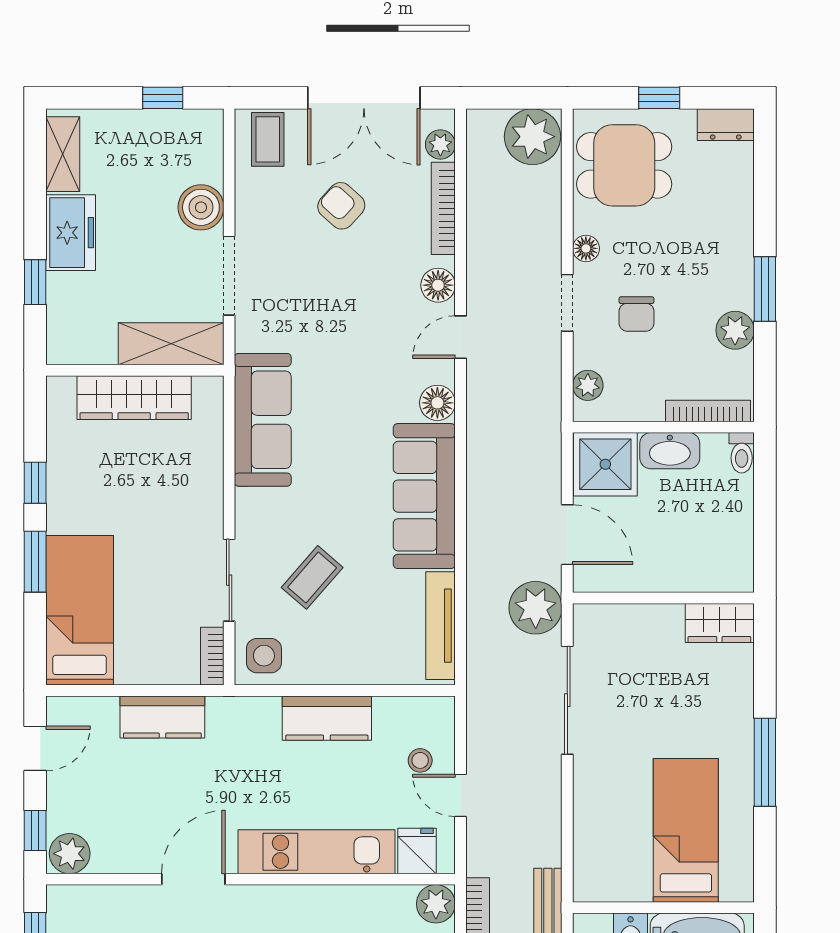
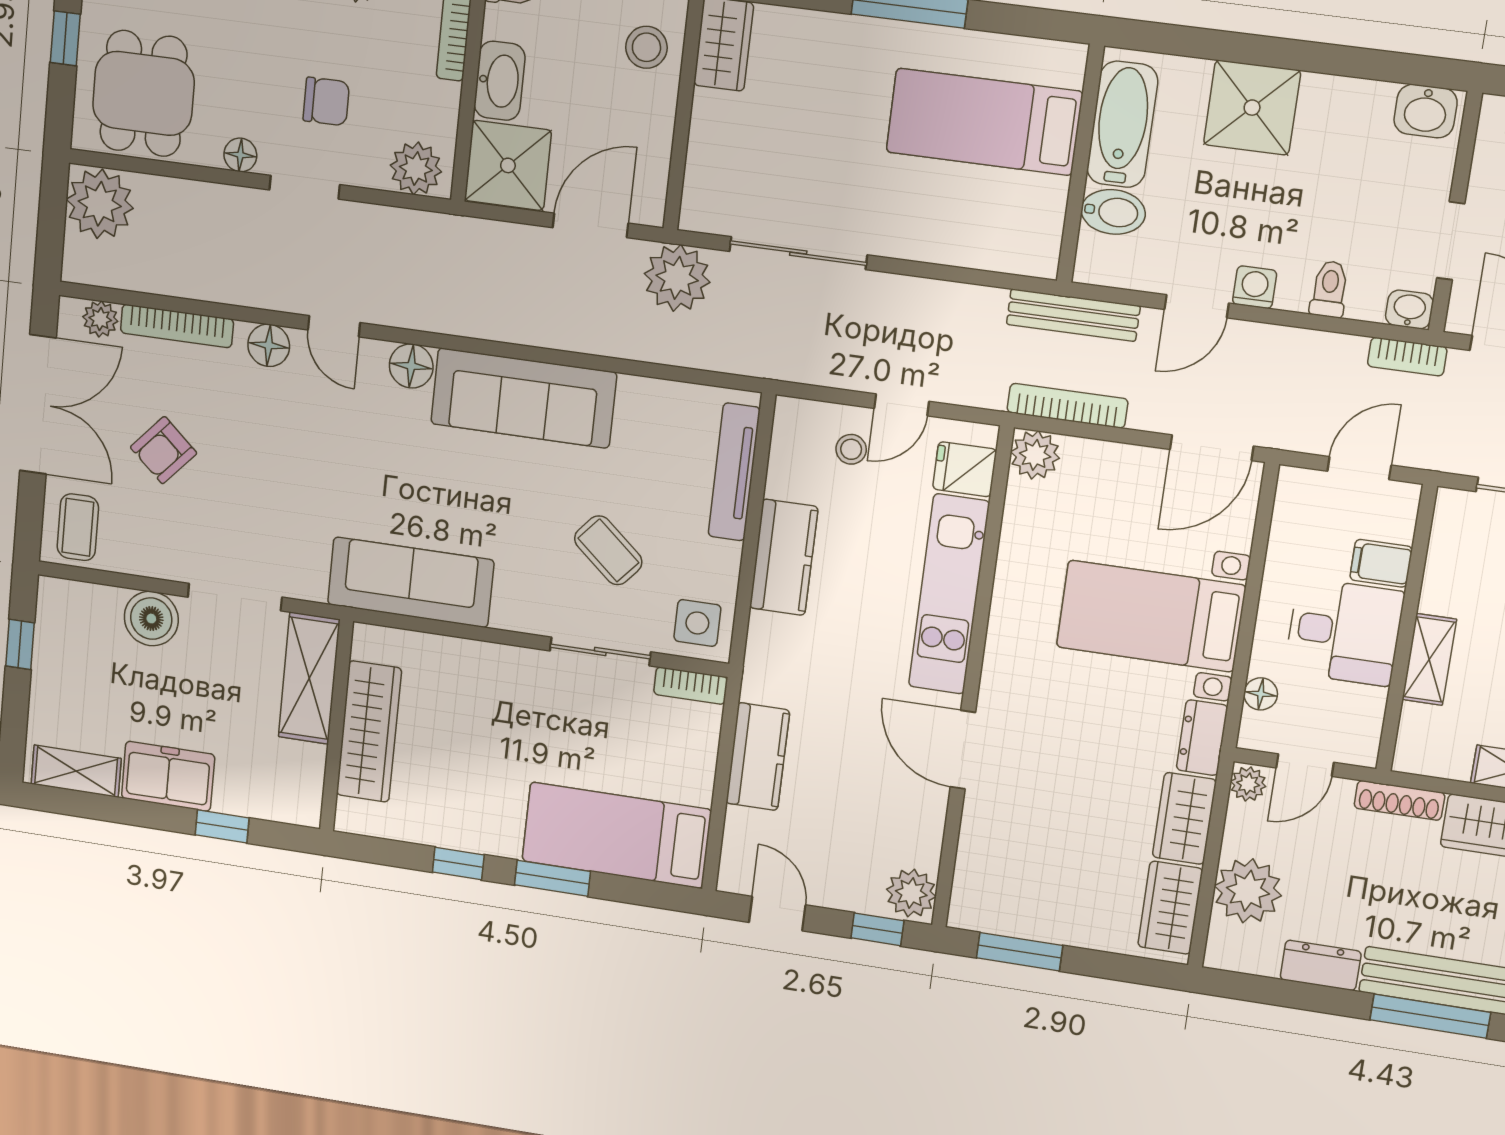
coffee table: (268, 139) -> (78, 527), turned 90
plant: (588, 385) -> (416, 169), width x1.38, depth x1.38
stool: (710, 563) -> (646, 47), added
tv unit: (441, 626) -> (734, 472), moved, turned 90

